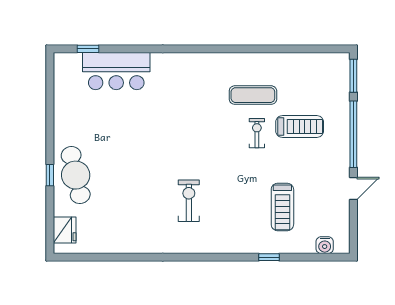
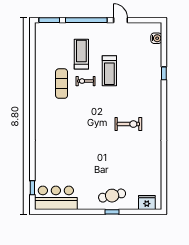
bar counter: (116, 71) -> (56, 198), moved, turned -90
cafe table: (76, 175) -> (112, 196), width x0.73, depth x0.74
exercise bike: (189, 201) -> (128, 124), turned 180
treadmill: (282, 207) -> (109, 71), moved, turned 90

